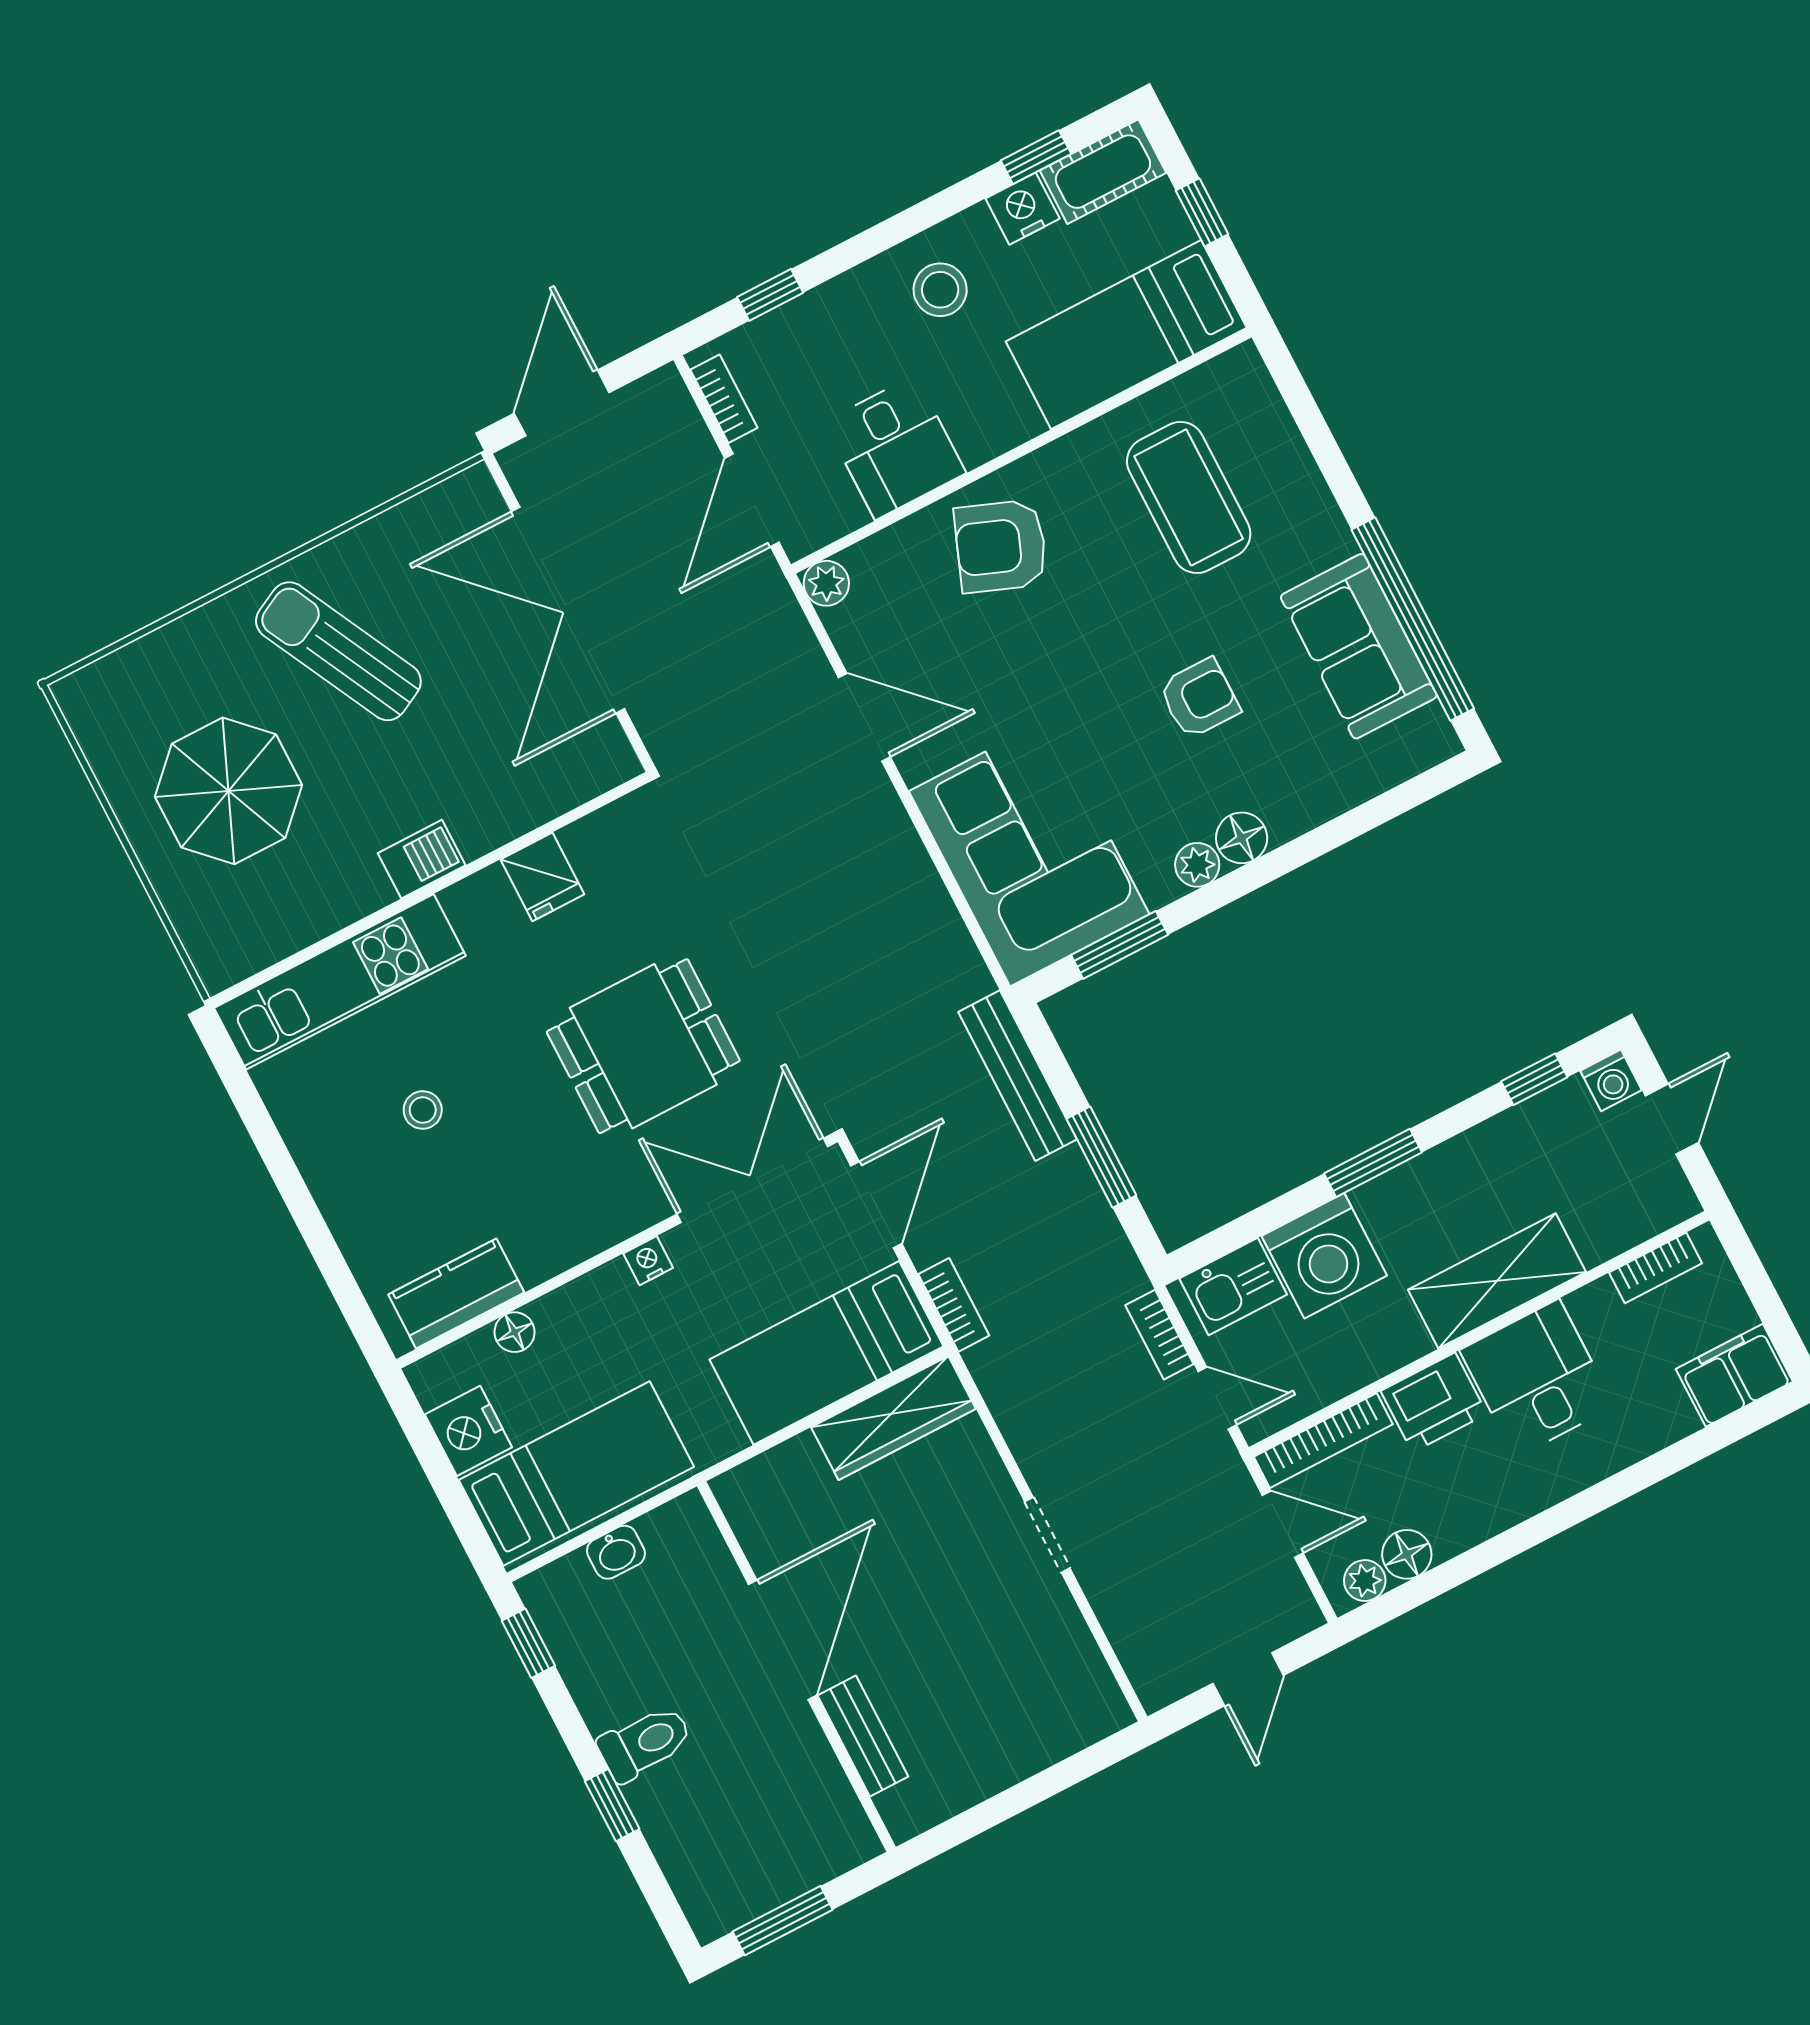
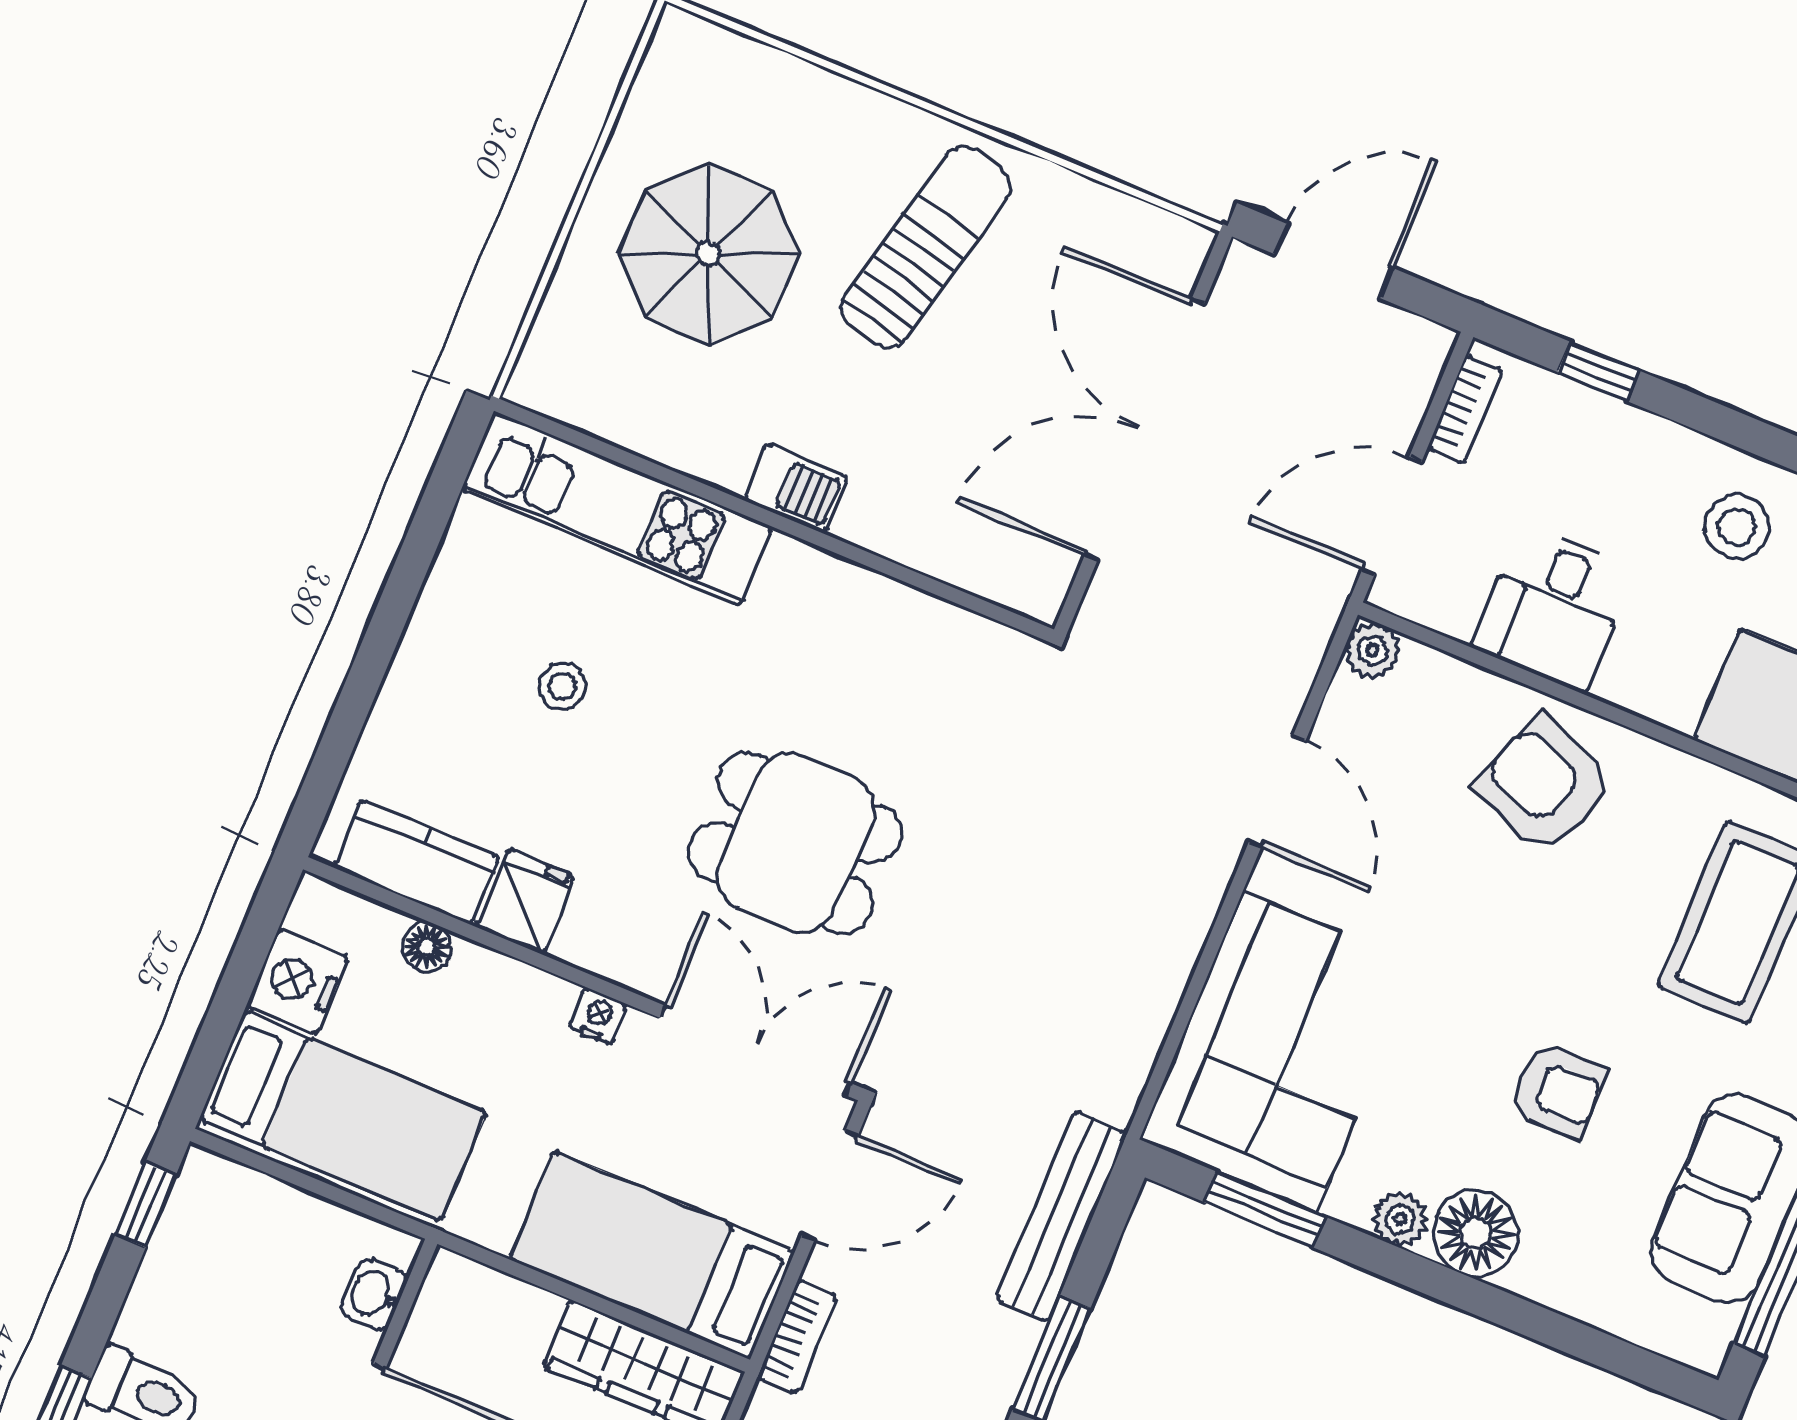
sun lounger: (338, 651) -> (926, 247), turned 40
floor lamp: (1242, 838) -> (1476, 1233), width x1.38, depth x1.38
fridge: (542, 877) -> (525, 902), moved, turned 180
washbasin: (616, 1552) -> (374, 1294), moved, turned 90

